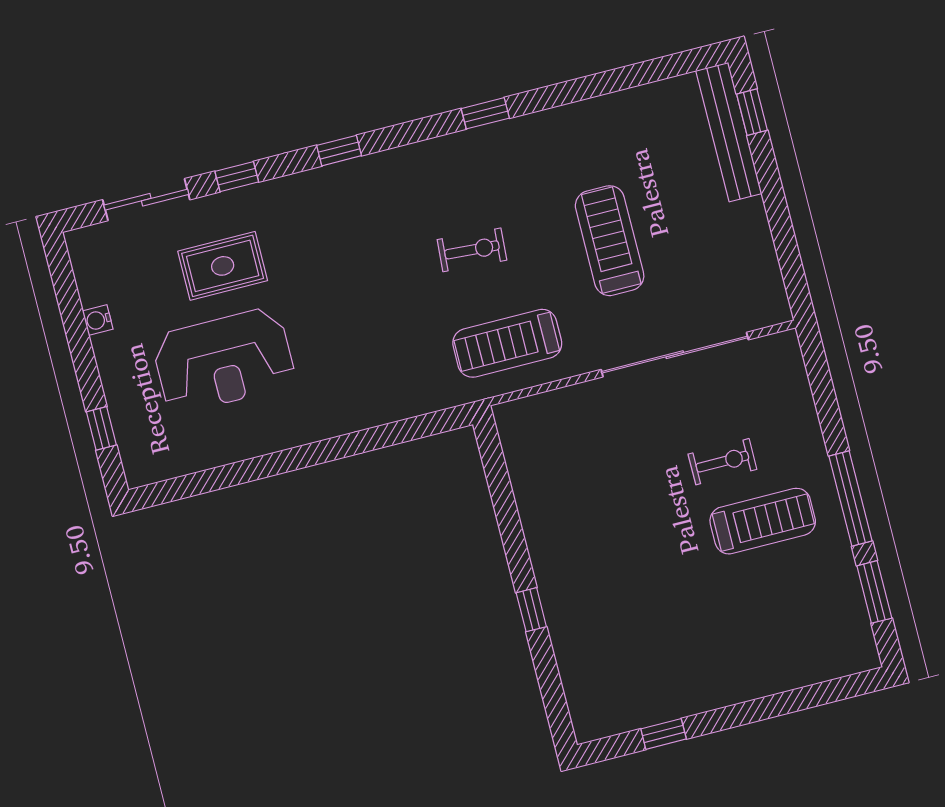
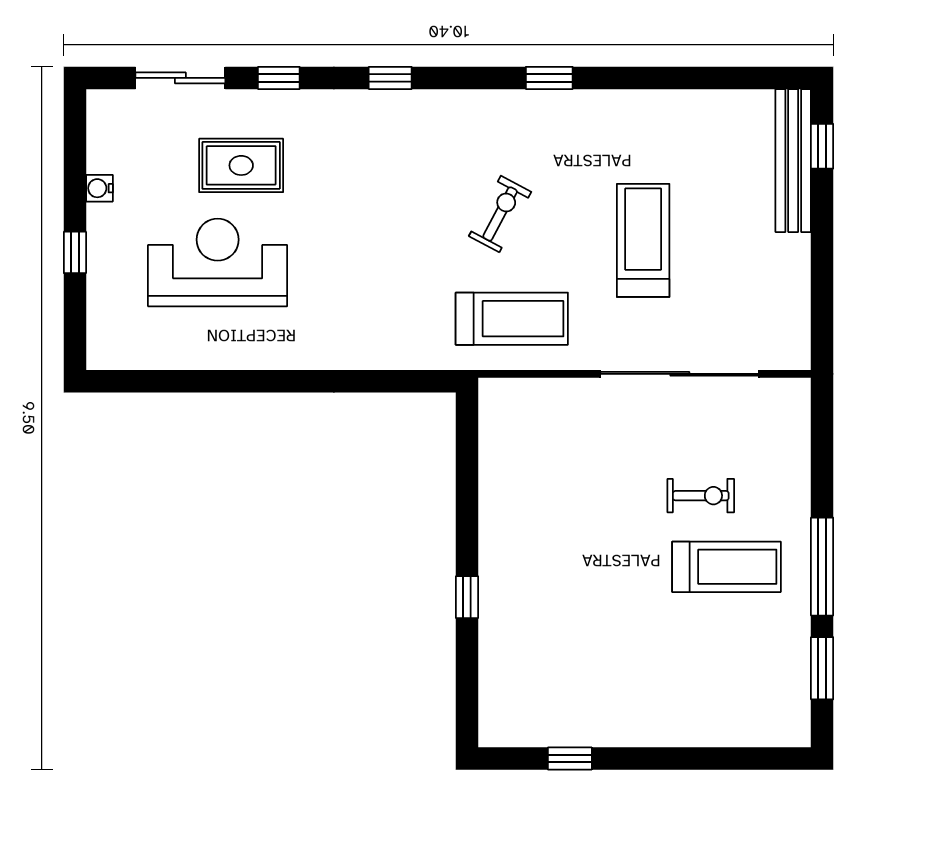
exercise bike: (472, 250) -> (500, 214), turned -66
treadmill: (507, 343) -> (512, 319), turned 180
reception desk: (224, 361) -> (218, 262), turned 180
window: (101, 428) -> (75, 252), moved

